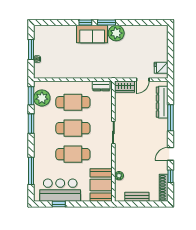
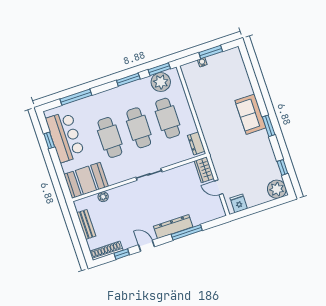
window: (85, 23) -> (282, 167), moved
plant: (116, 33) -> (277, 189), moved
dresser: (162, 102) -> (173, 227), moved

